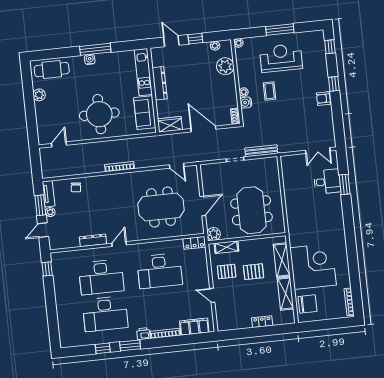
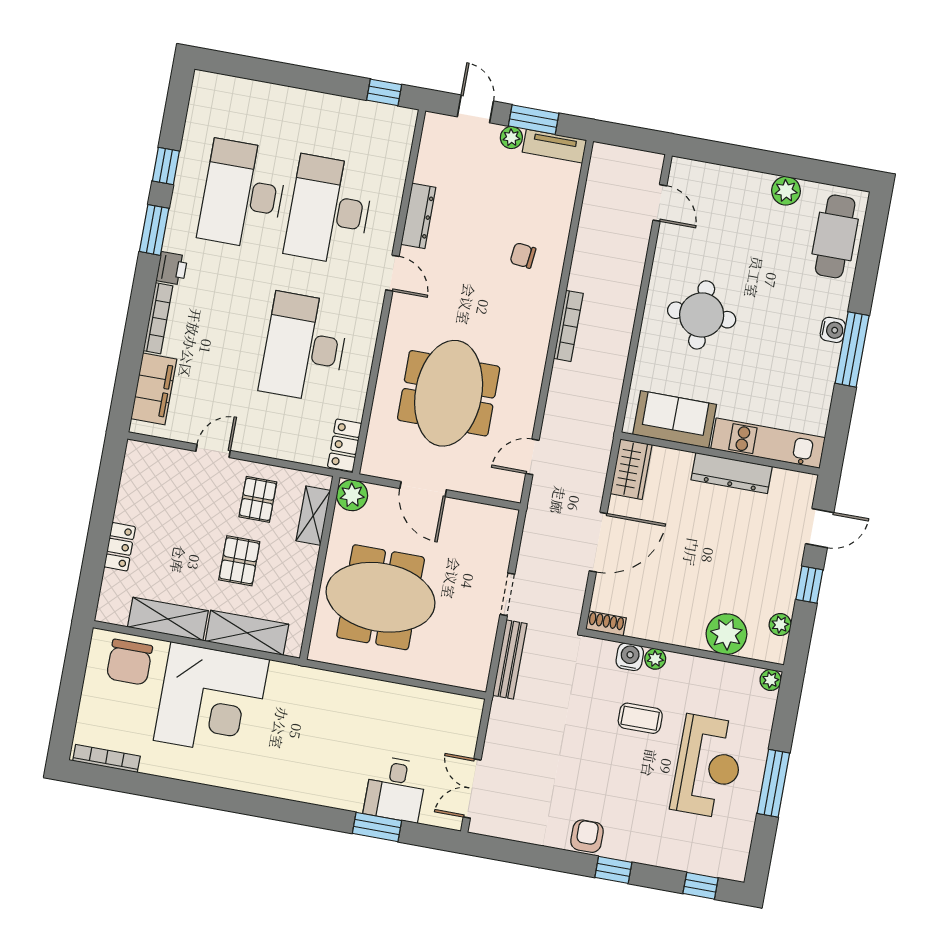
round table: (99, 114) -> (702, 315), width x0.73, depth x0.73
chair: (76, 187) -> (523, 255), moved

